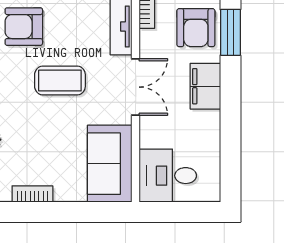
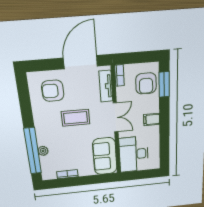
filing cabinet: (205, 86) -> (152, 119), width x0.50
desk: (168, 176) -> (134, 154), width x1.37

